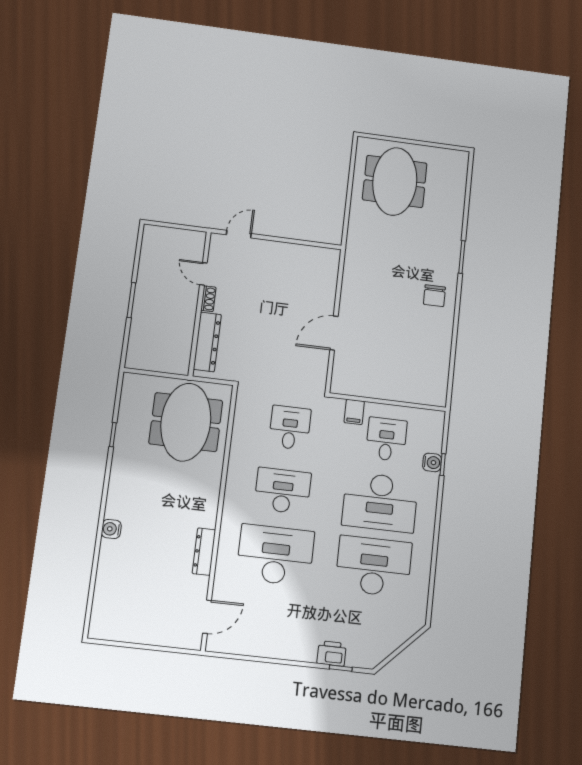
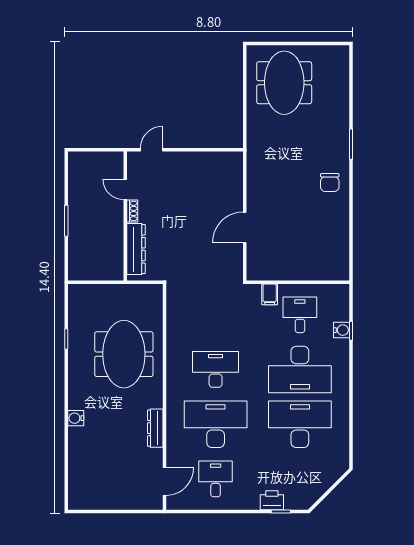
meeting table: (186, 422) -> (124, 354), moved
desk: (290, 428) -> (216, 479), moved

